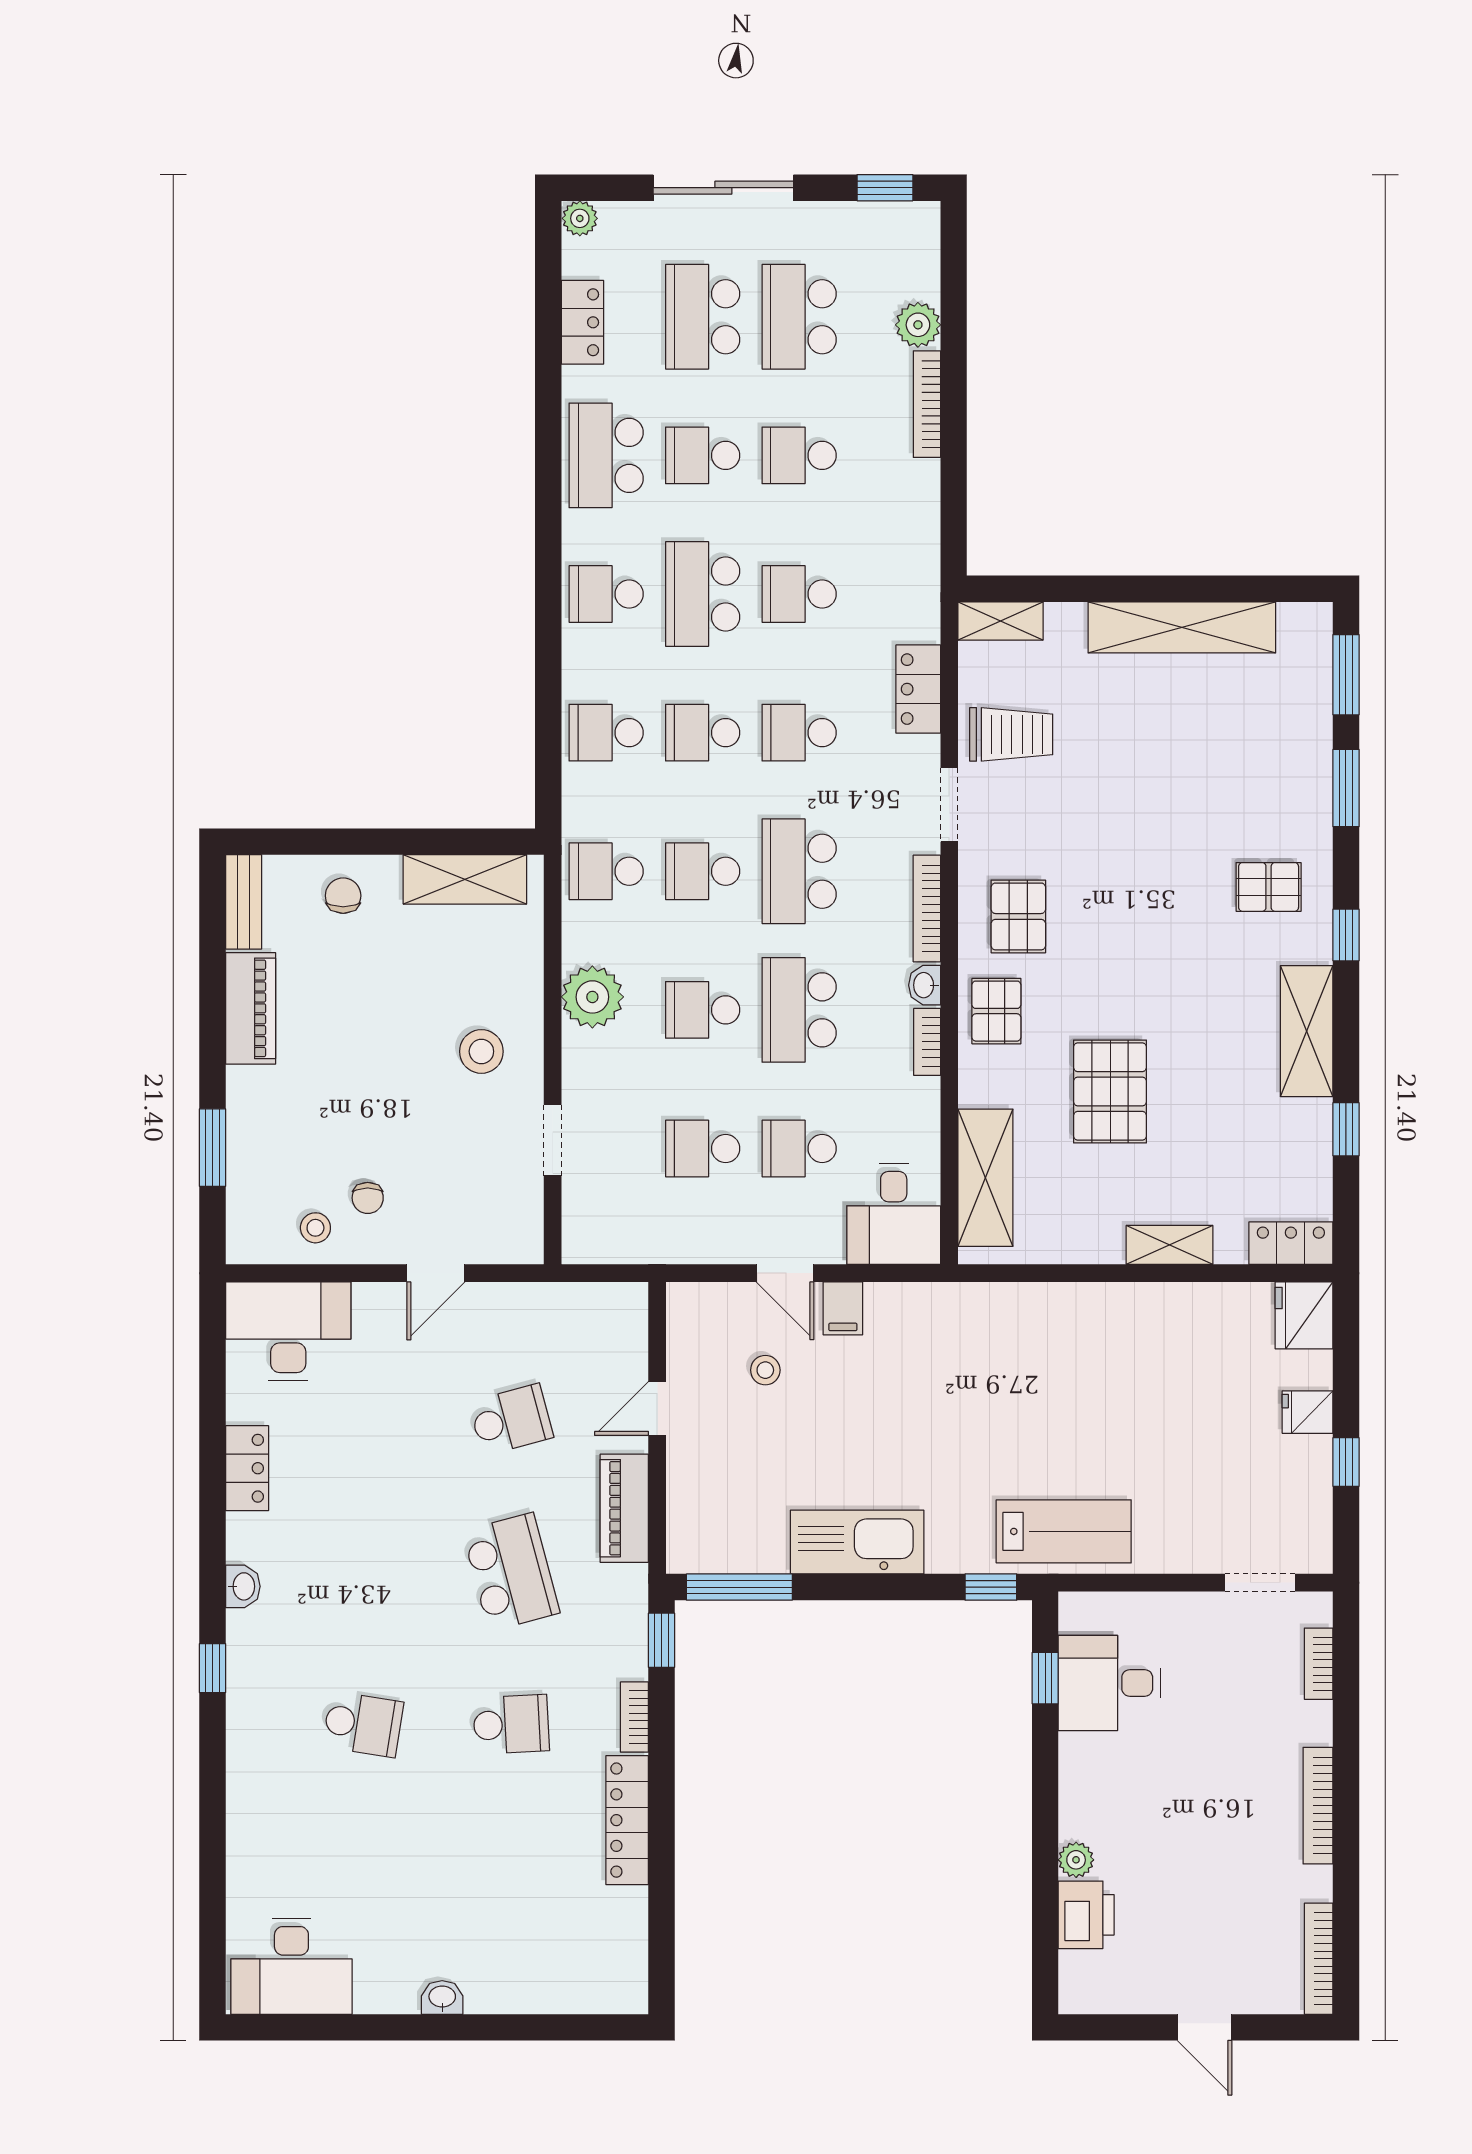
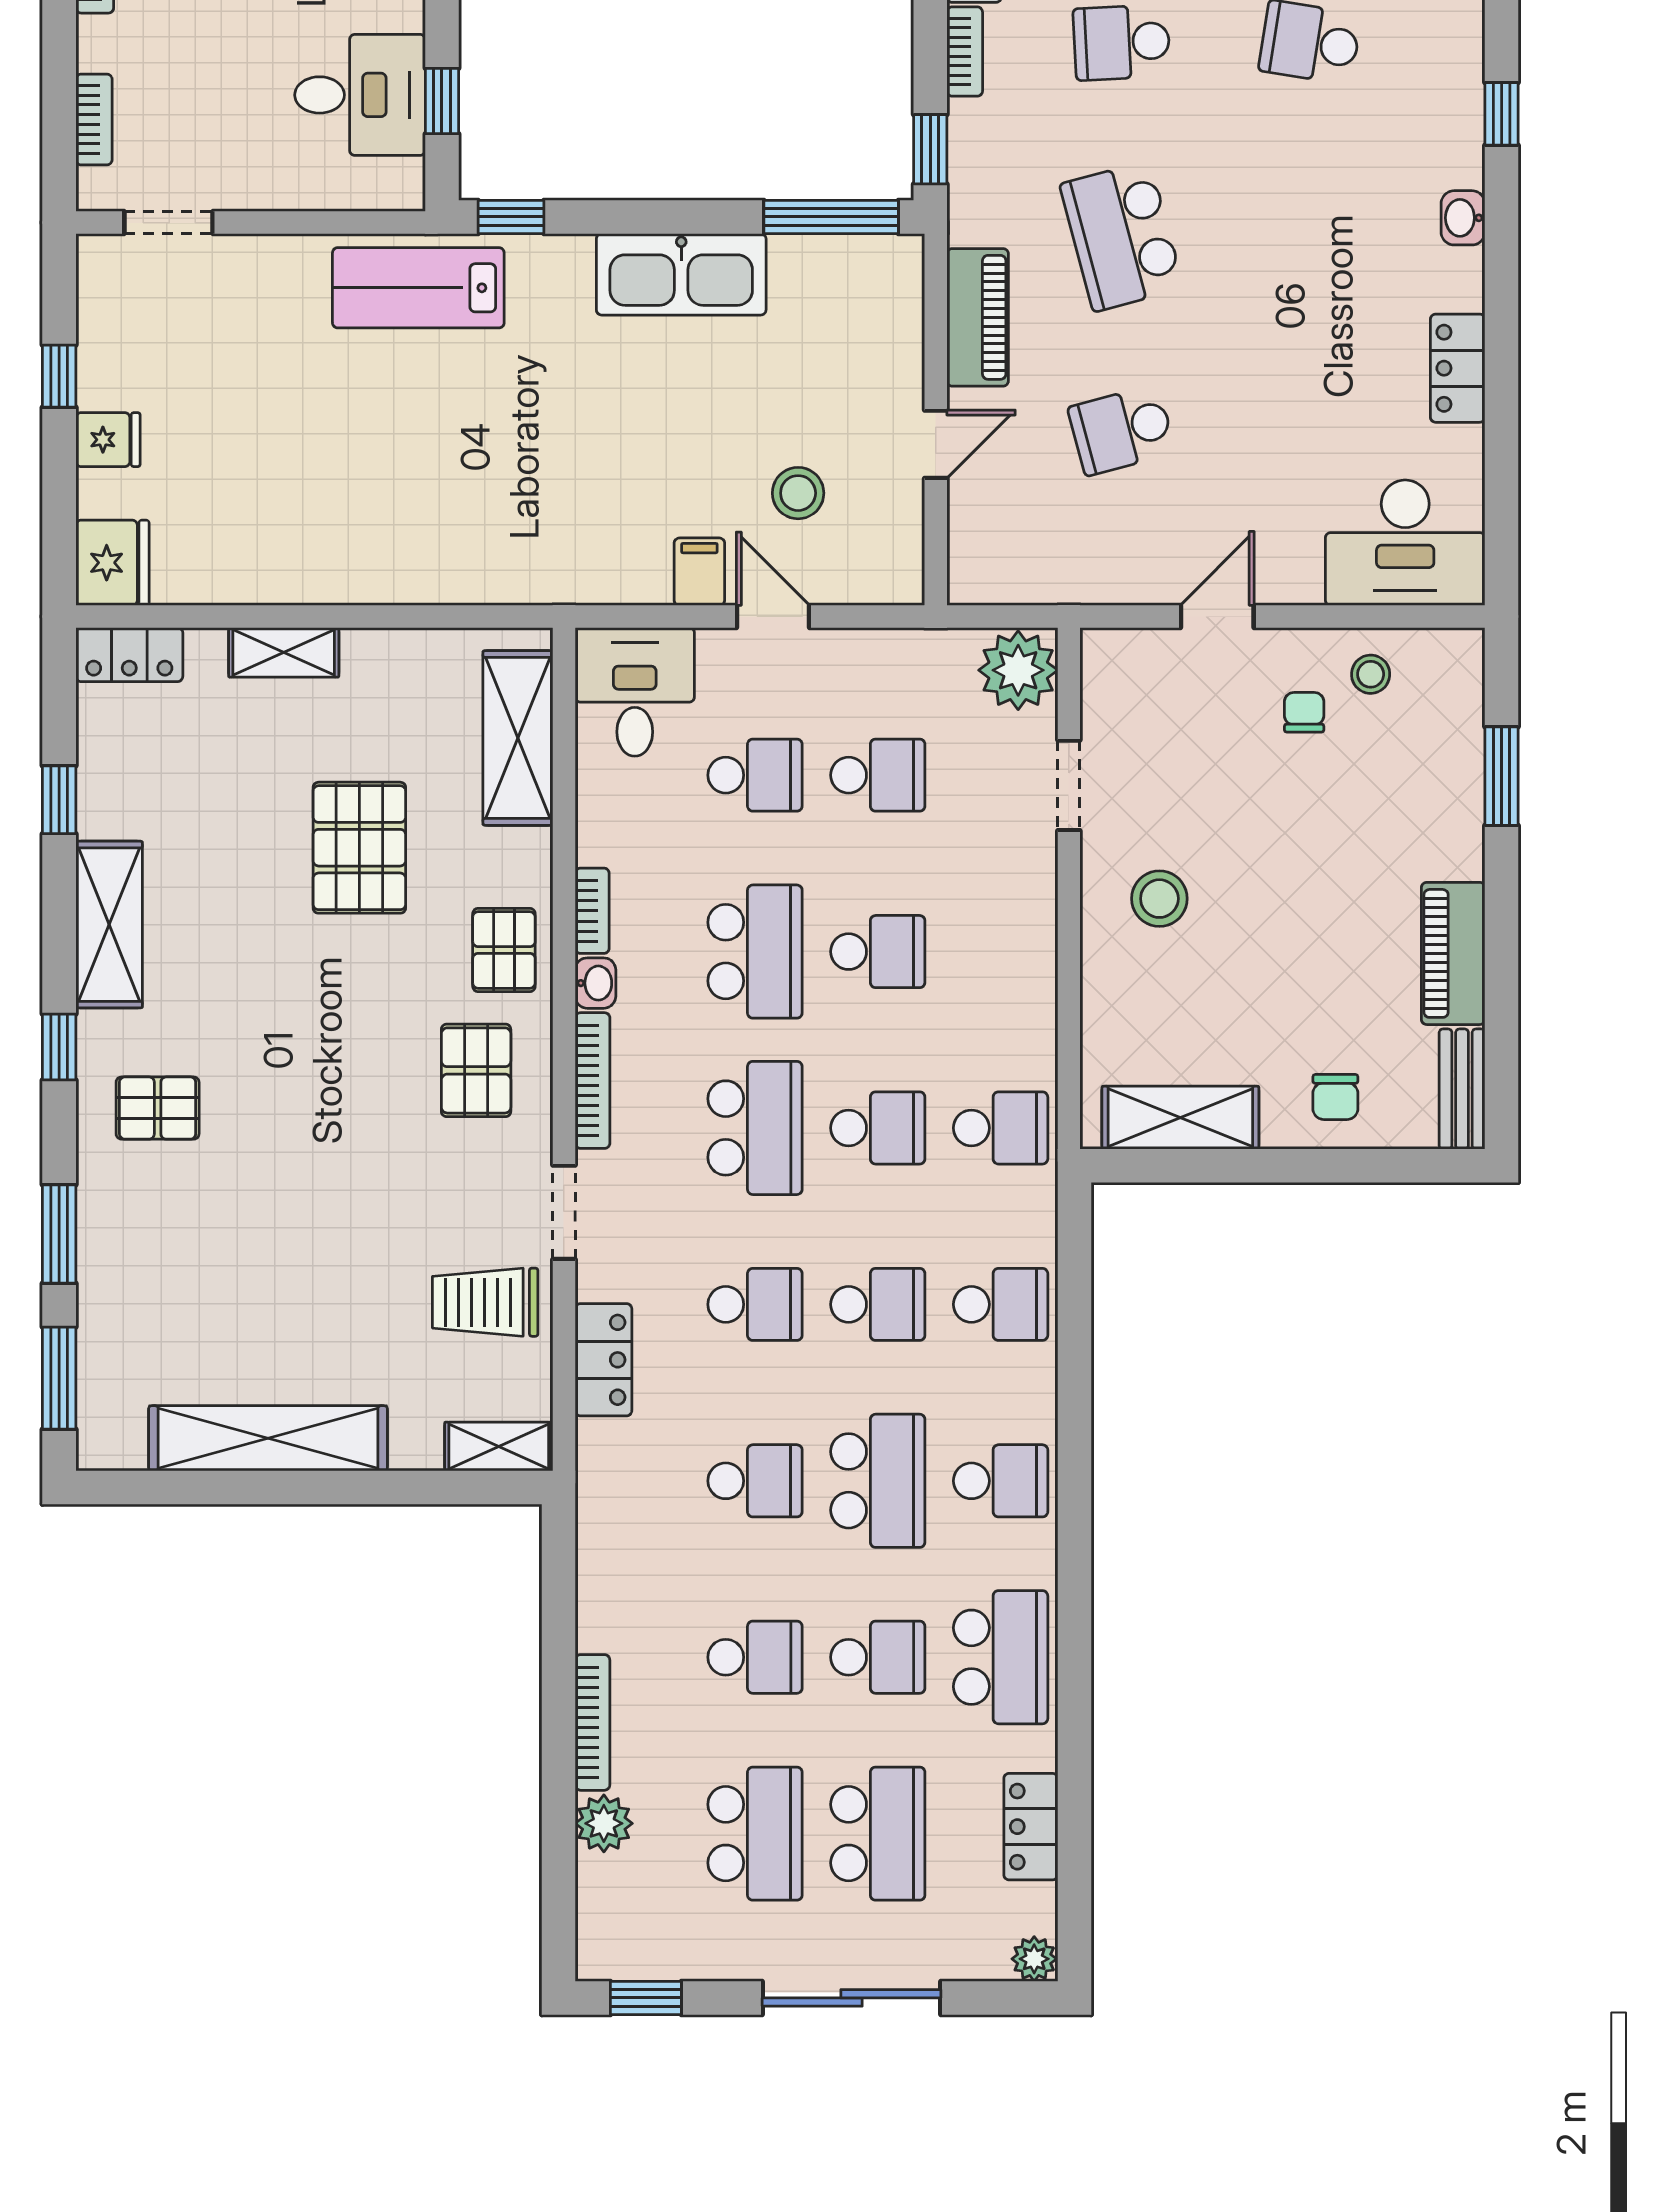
plant: (592, 997) -> (1018, 670), moved
stool: (765, 1370) -> (798, 493), width x1.37, depth x1.37

